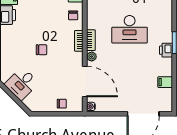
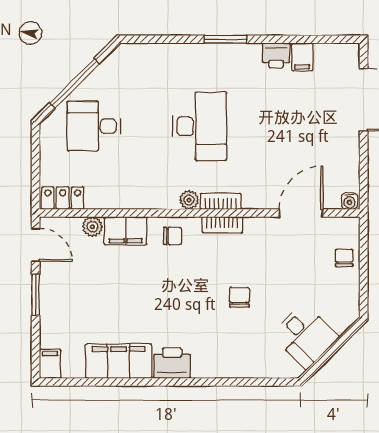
printer: (166, 50) -> (276, 55), moved
plant: (92, 56) -> (189, 200), moved
door: (85, 82) -> (301, 213), width x0.73

